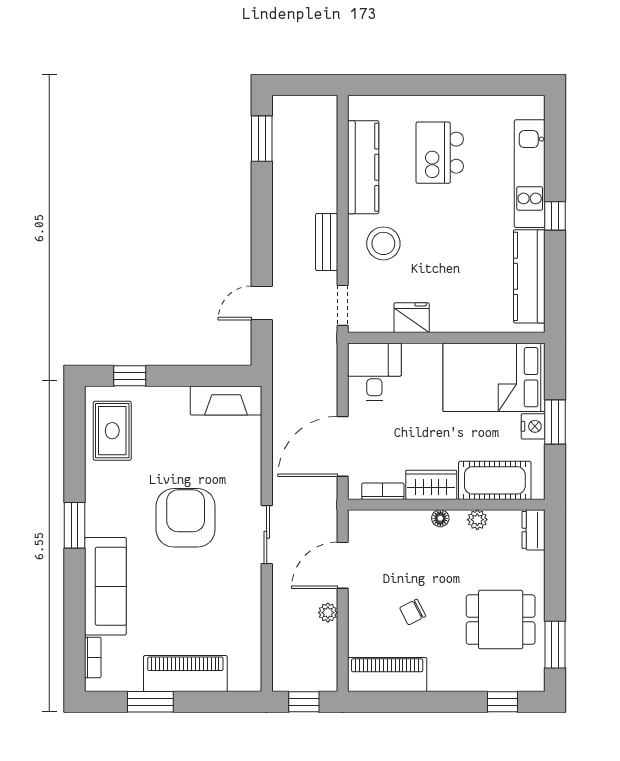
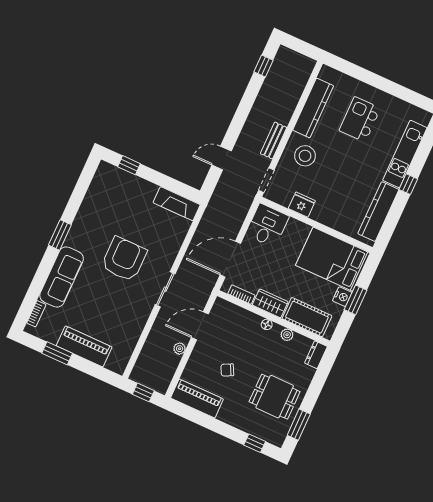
window: (262, 139) -> (264, 66), width x0.67
rug: (112, 431) -> (105, 192), removed

